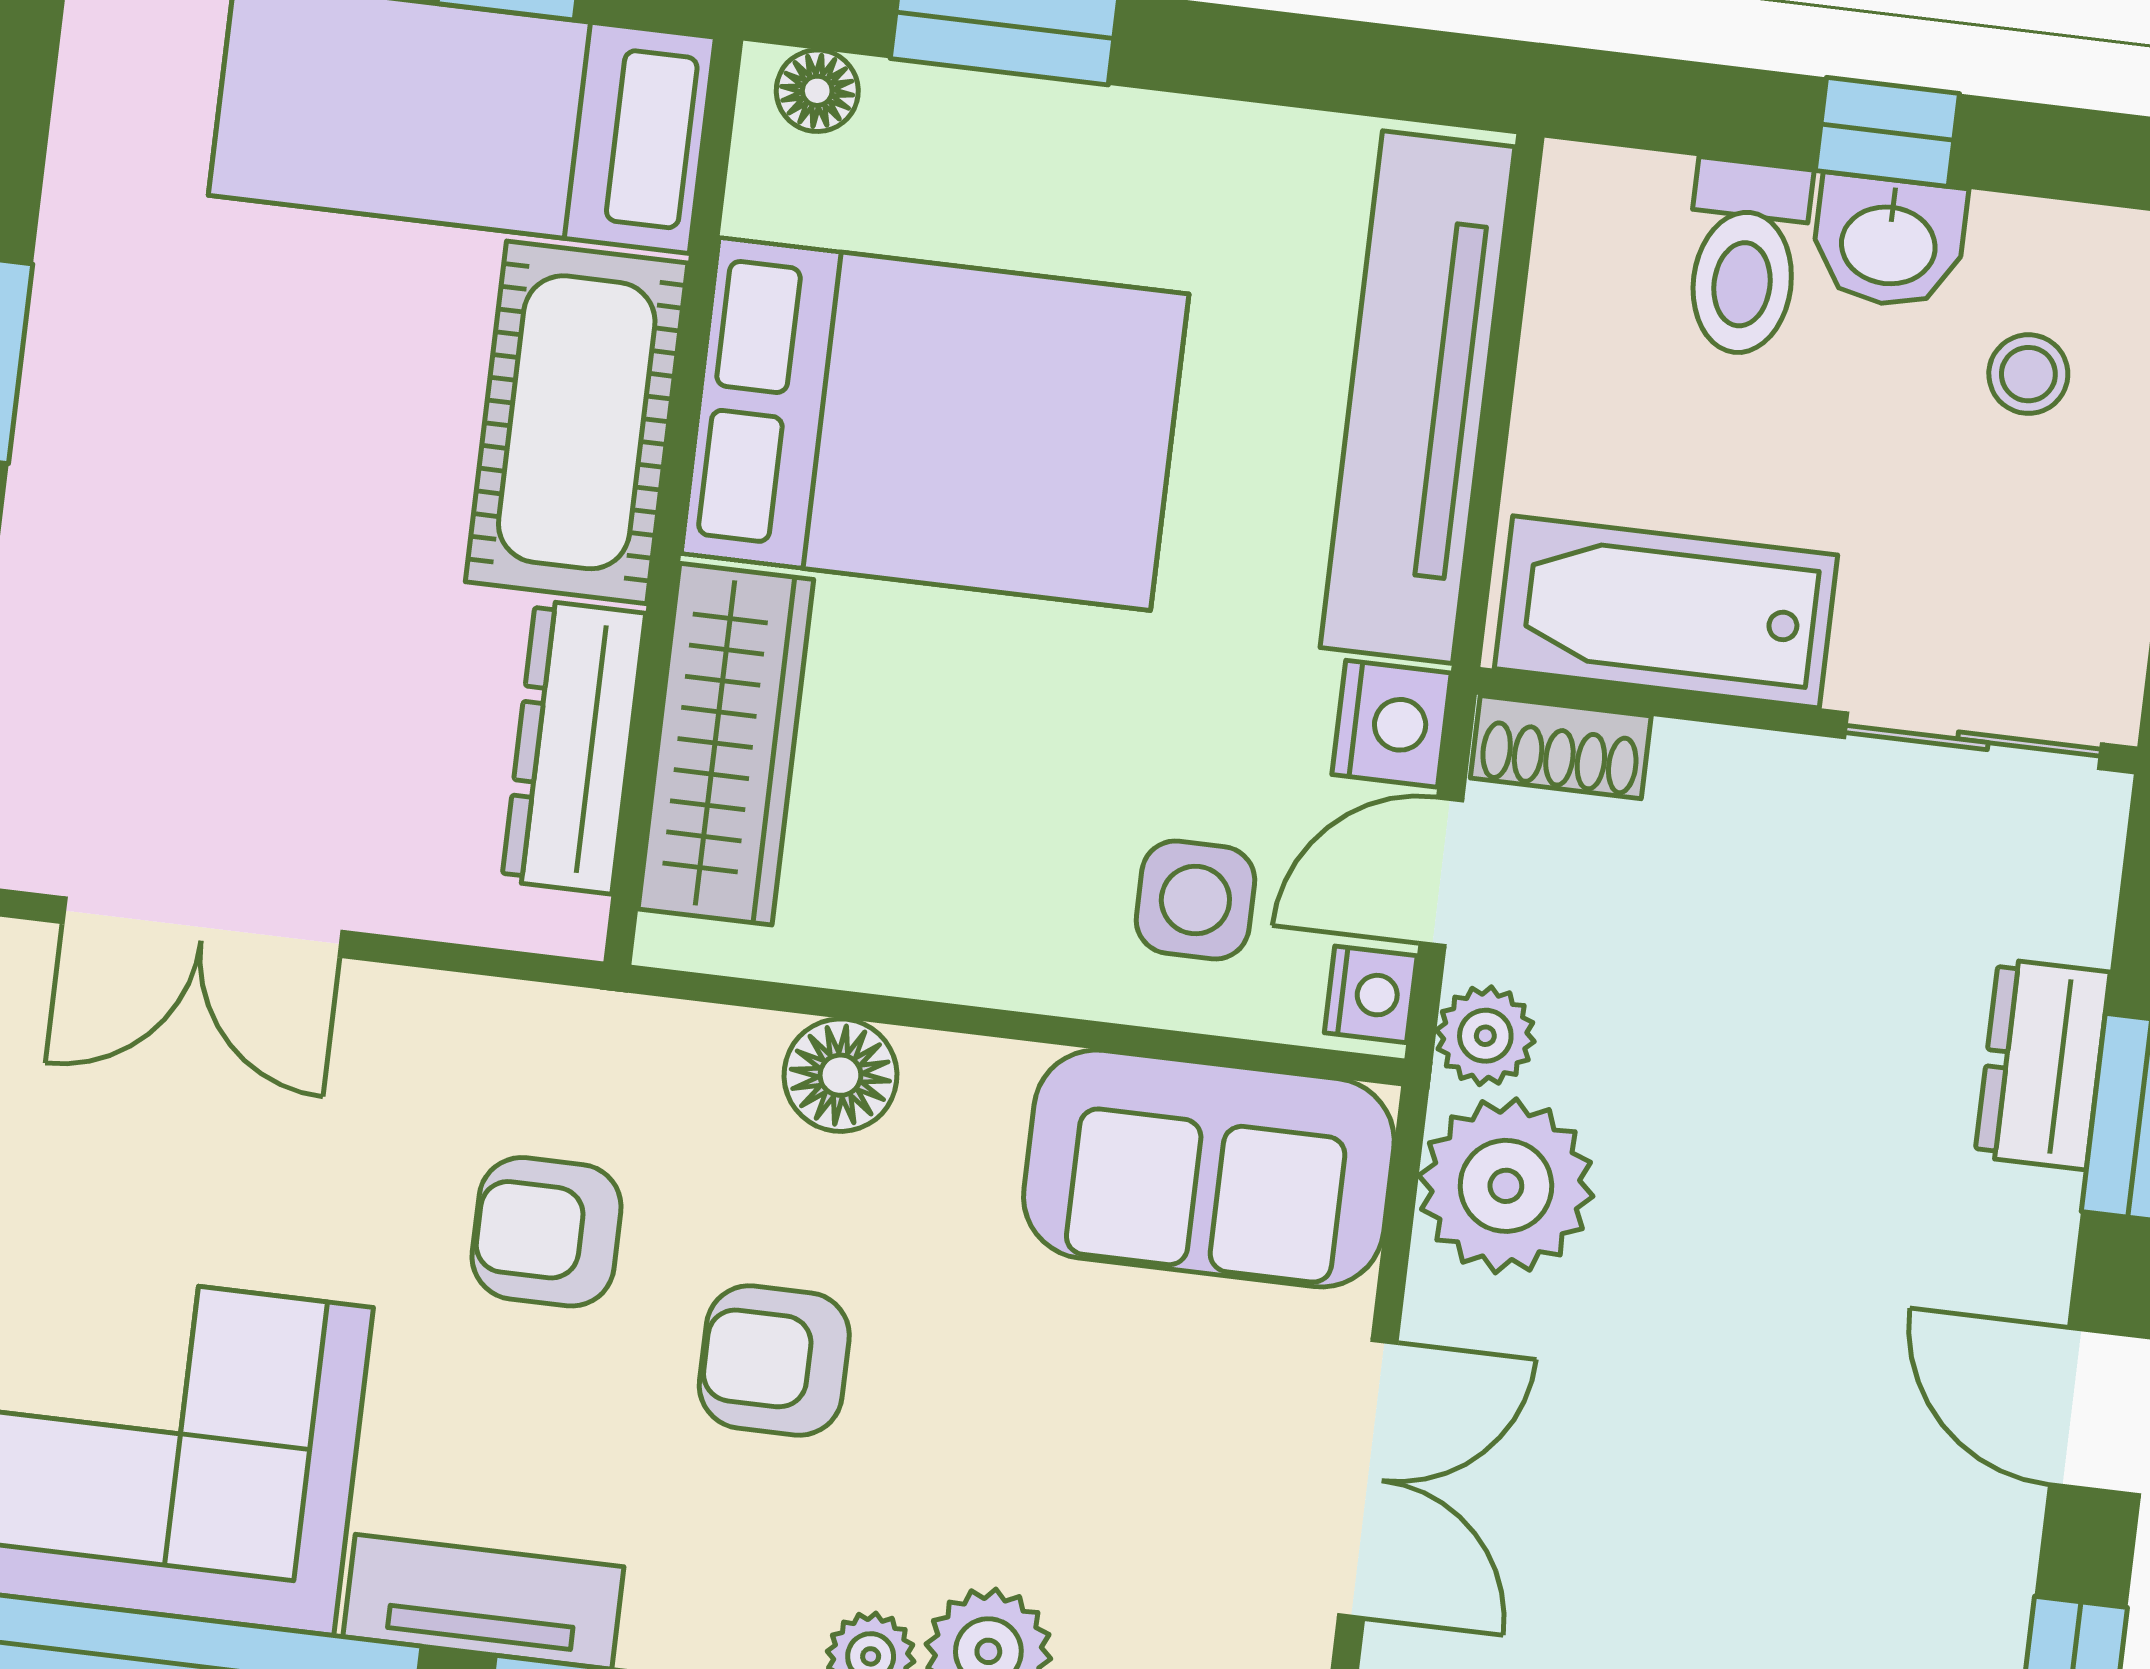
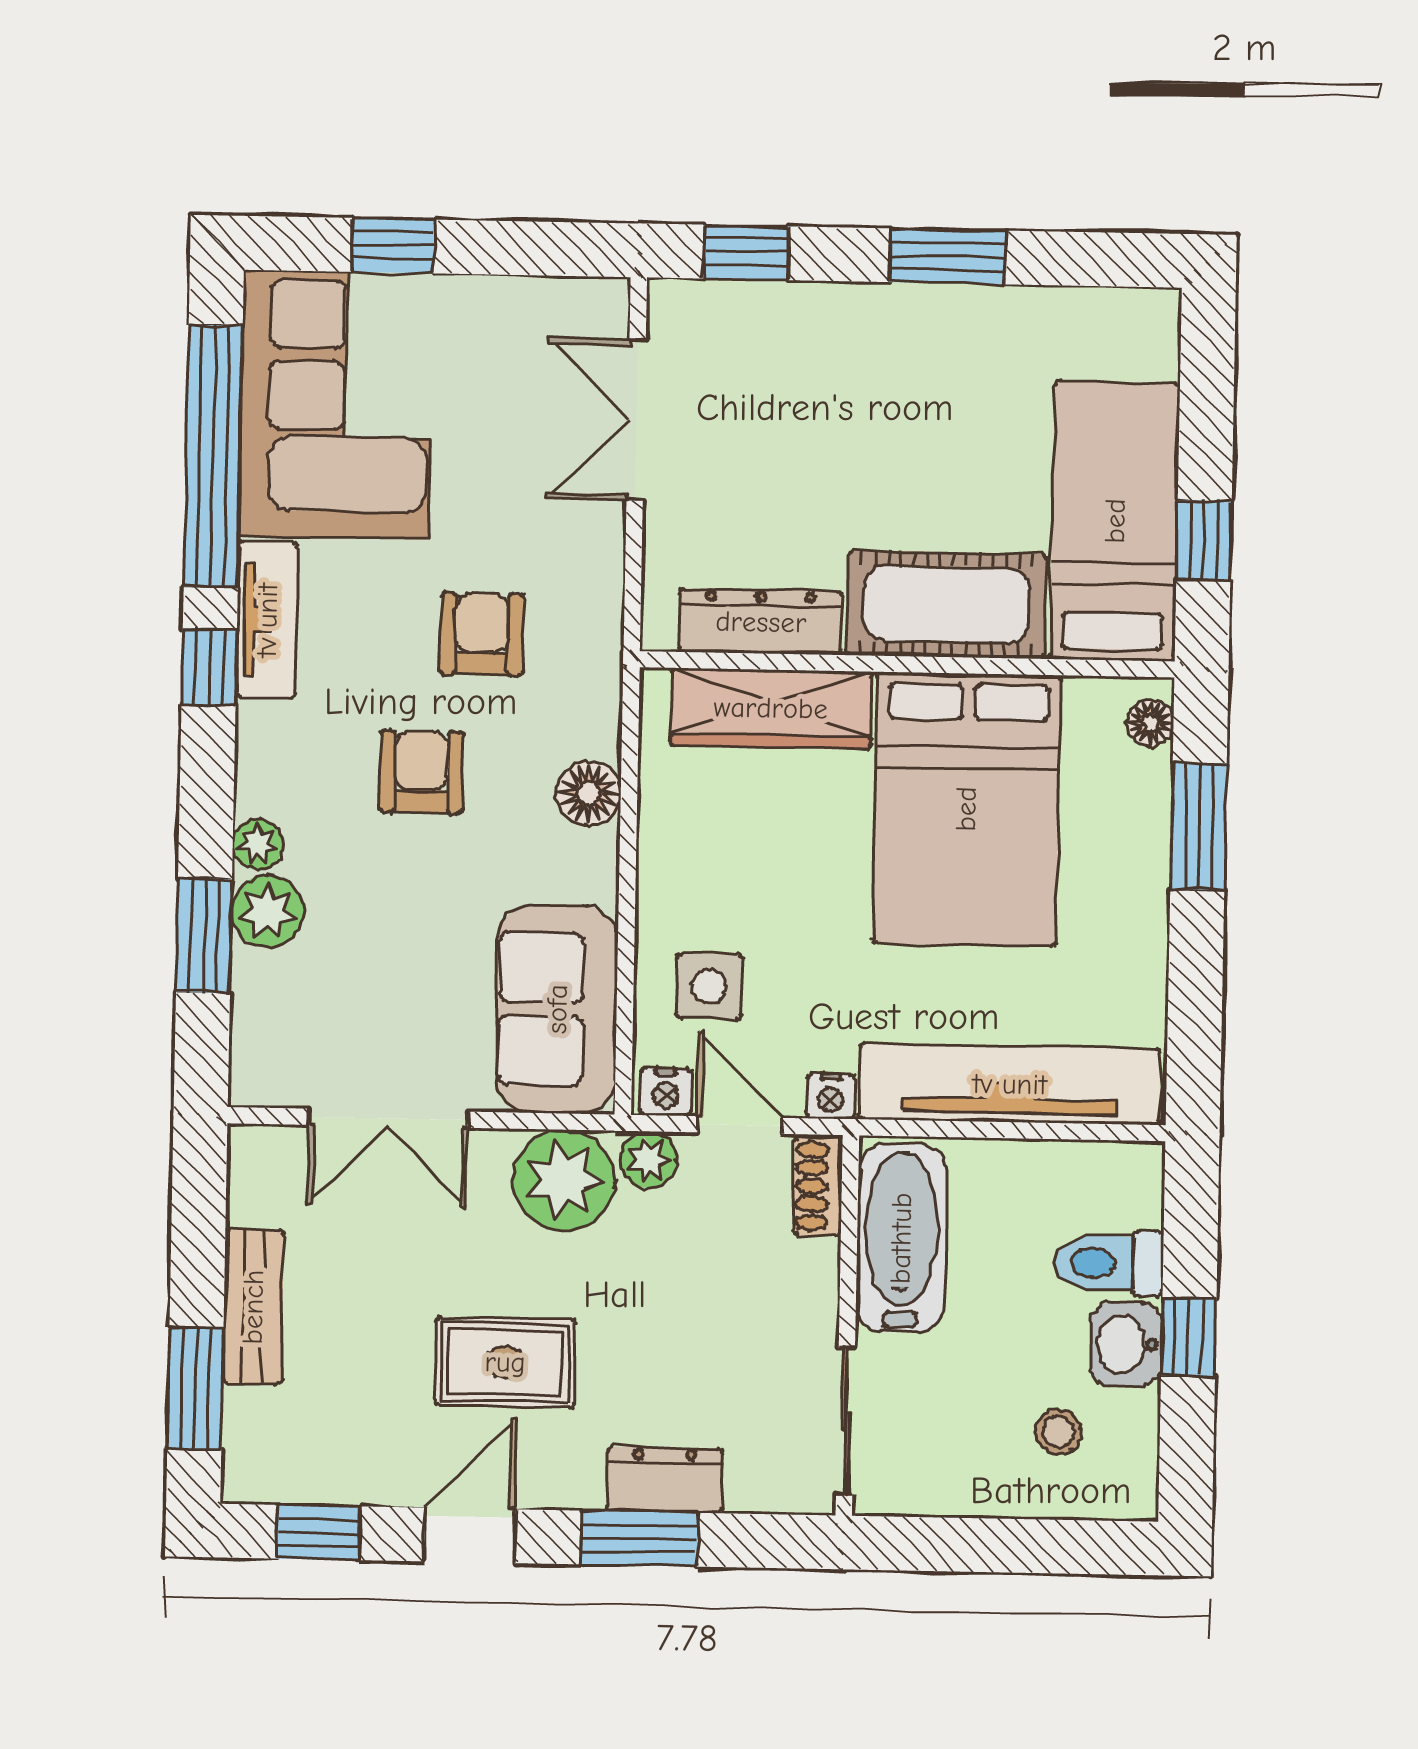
nightstand: (1392, 724) -> (831, 1096), width x0.72, depth x0.74
rug: (1811, 1319) -> (505, 1362), added

